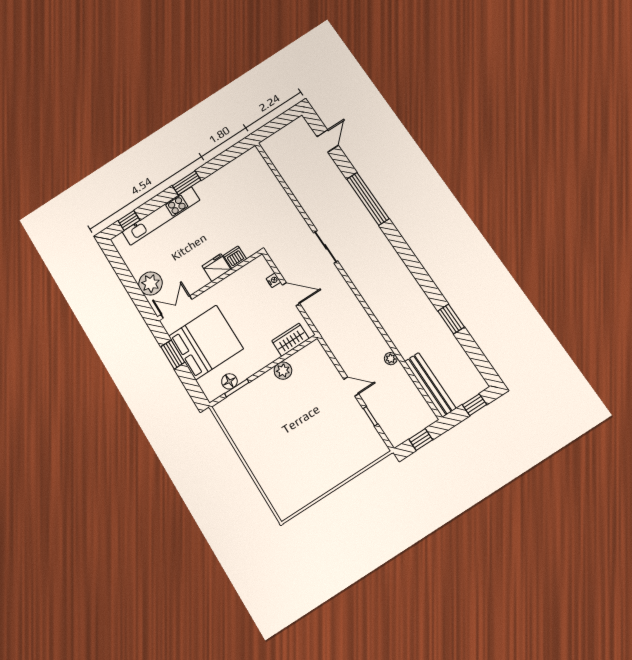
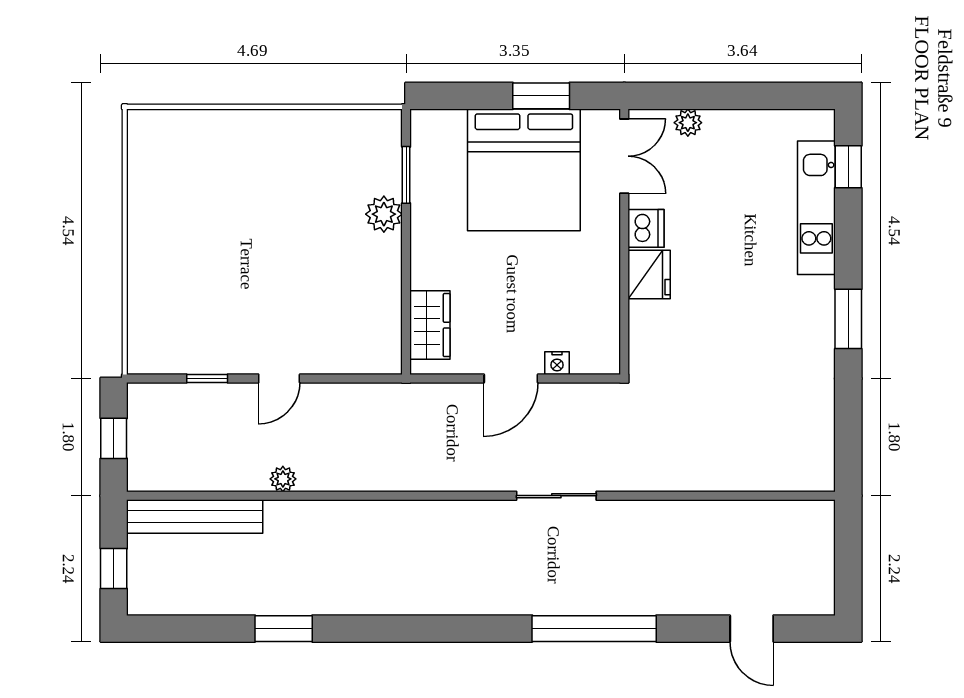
kitchen unit: (161, 216) -> (816, 208), width x0.73
dishwasher: (235, 257) -> (646, 228), moved
plant: (150, 283) -> (688, 123), width x0.53, depth x0.53
plant: (283, 371) -> (384, 214), moved
floor lamp: (229, 381) -> (426, 169), removed

